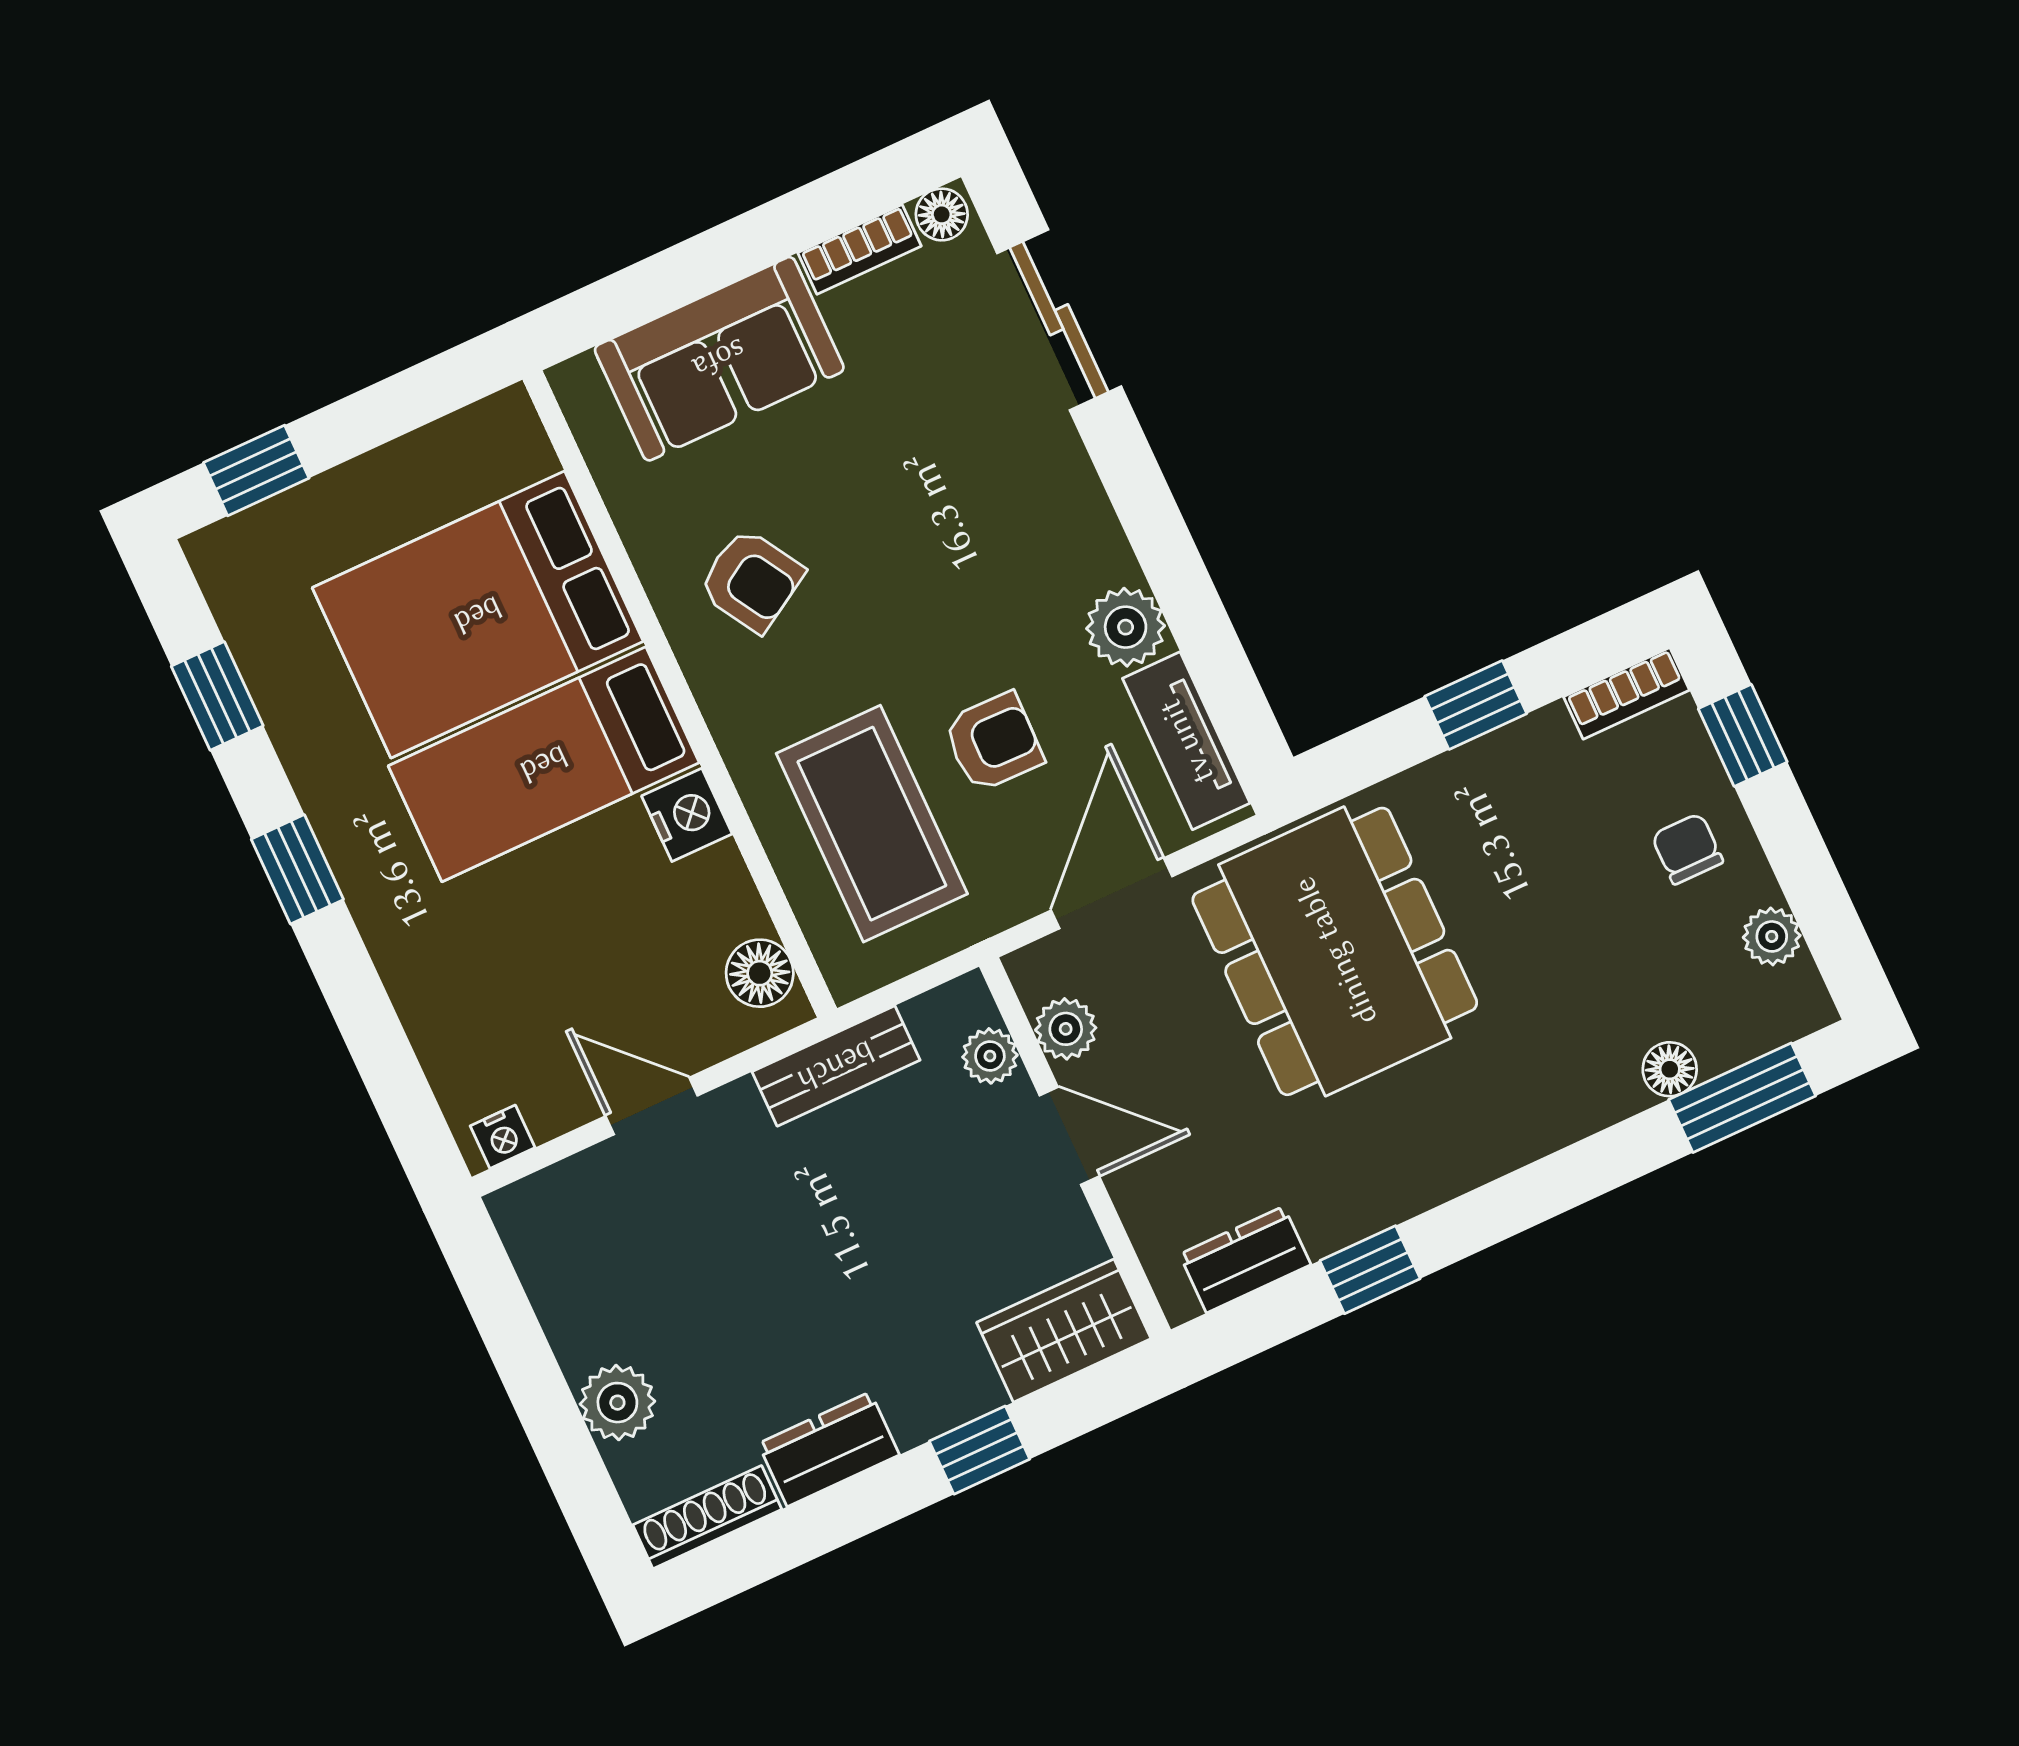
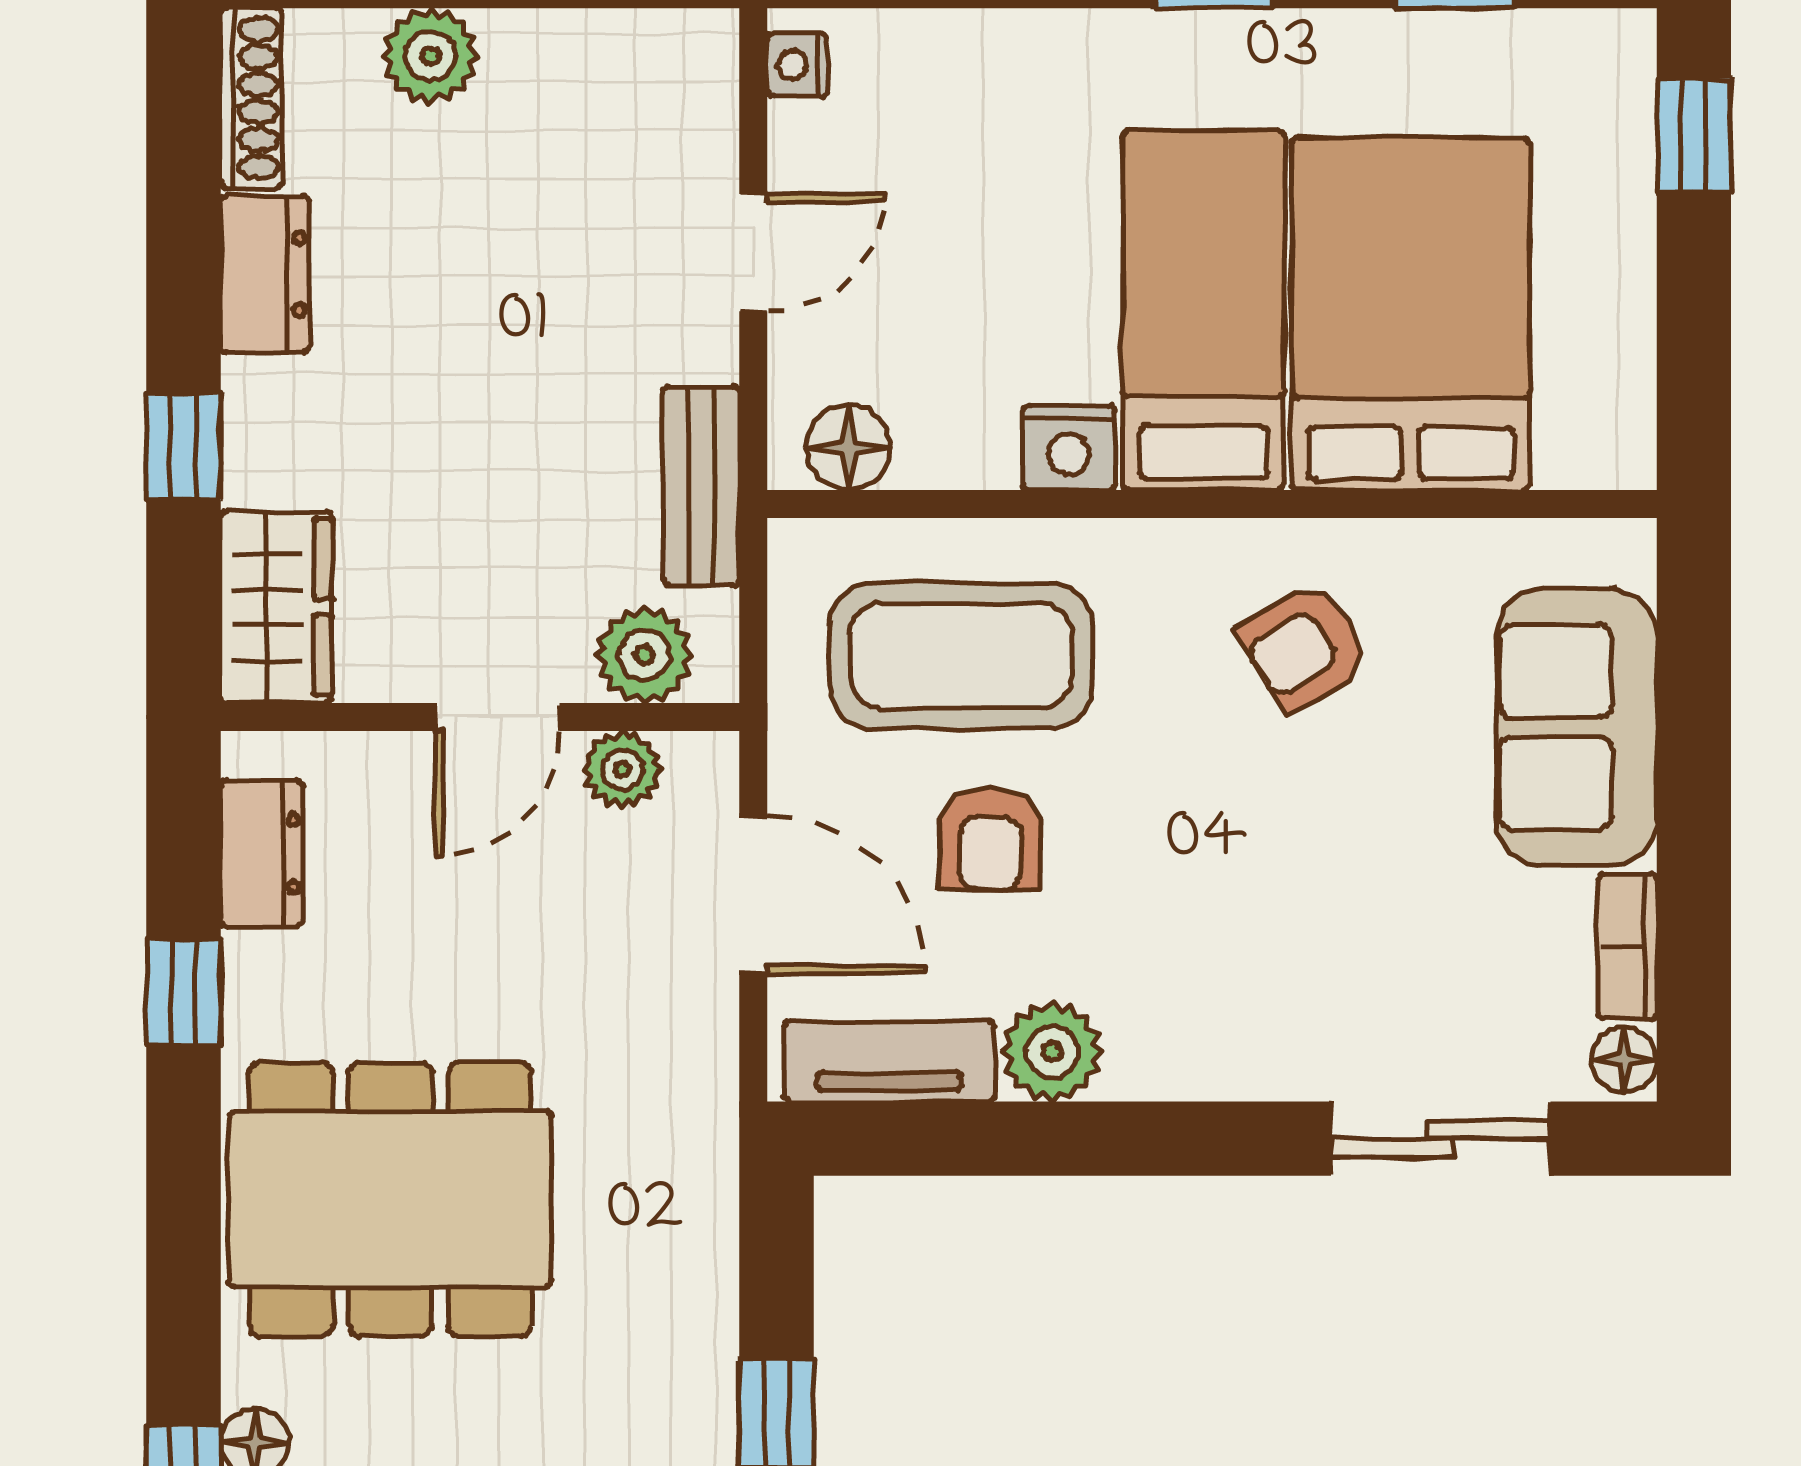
dining table: (1335, 951) -> (390, 1199), moved
plant: (990, 1056) -> (644, 655), width x1.38, depth x1.38

